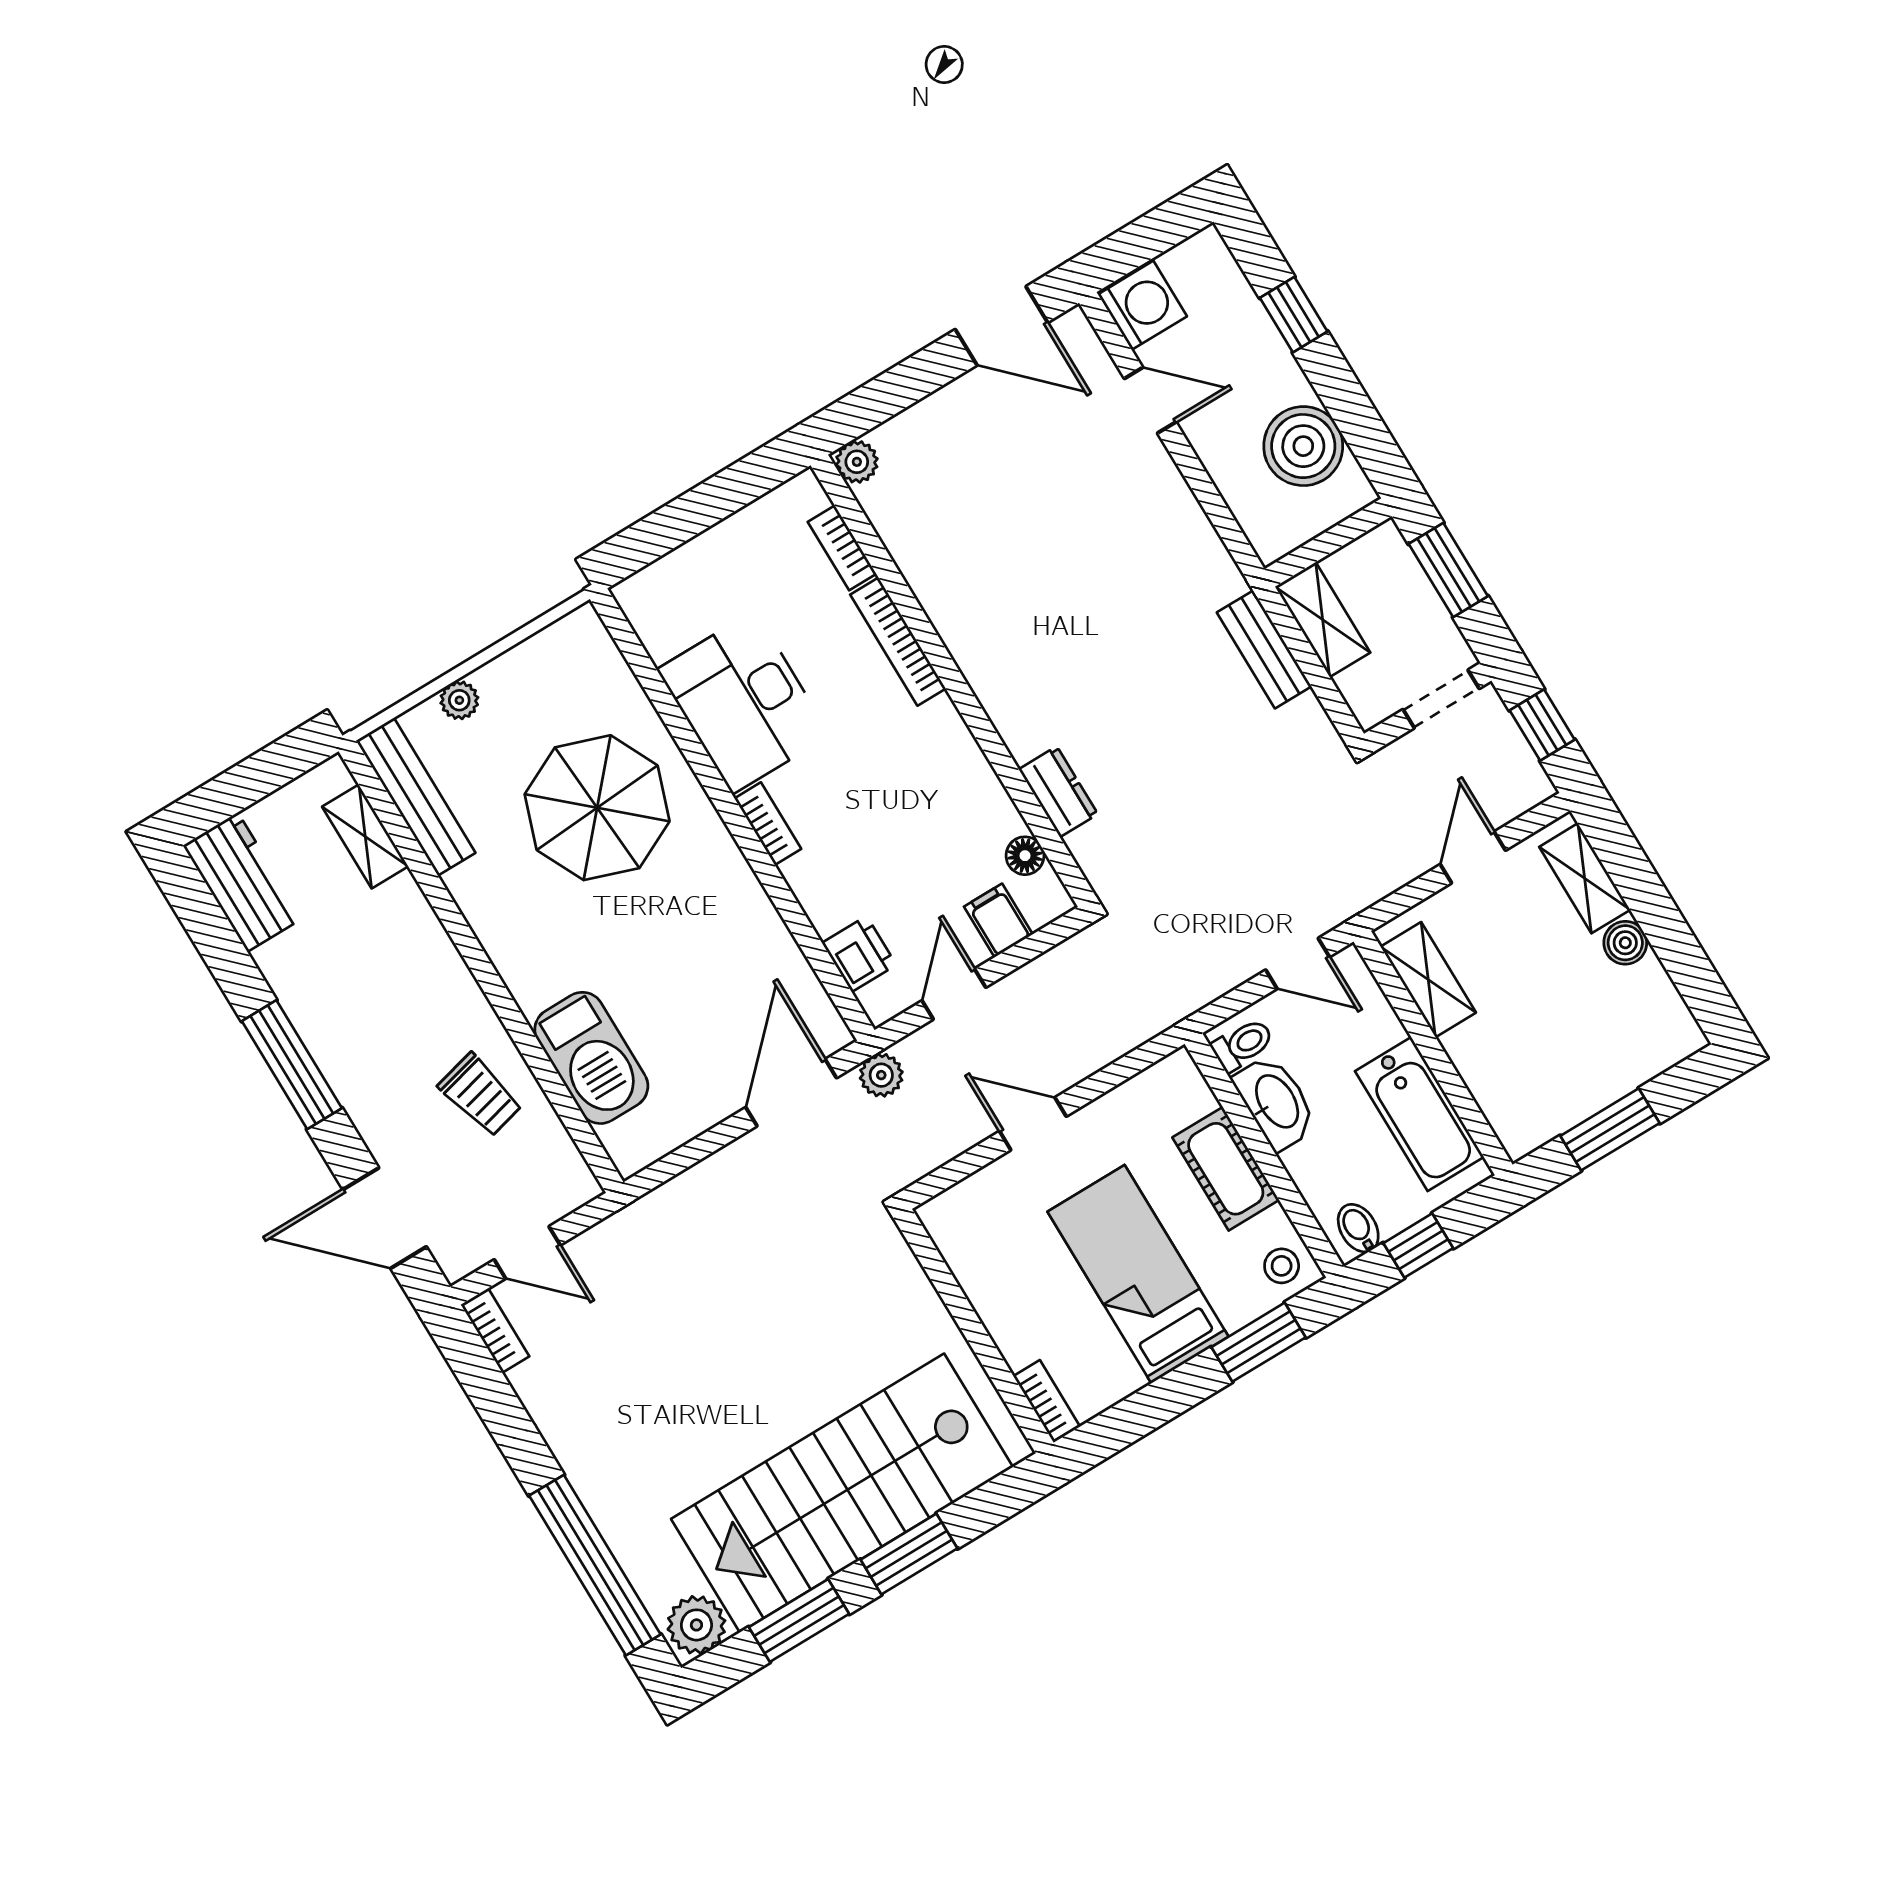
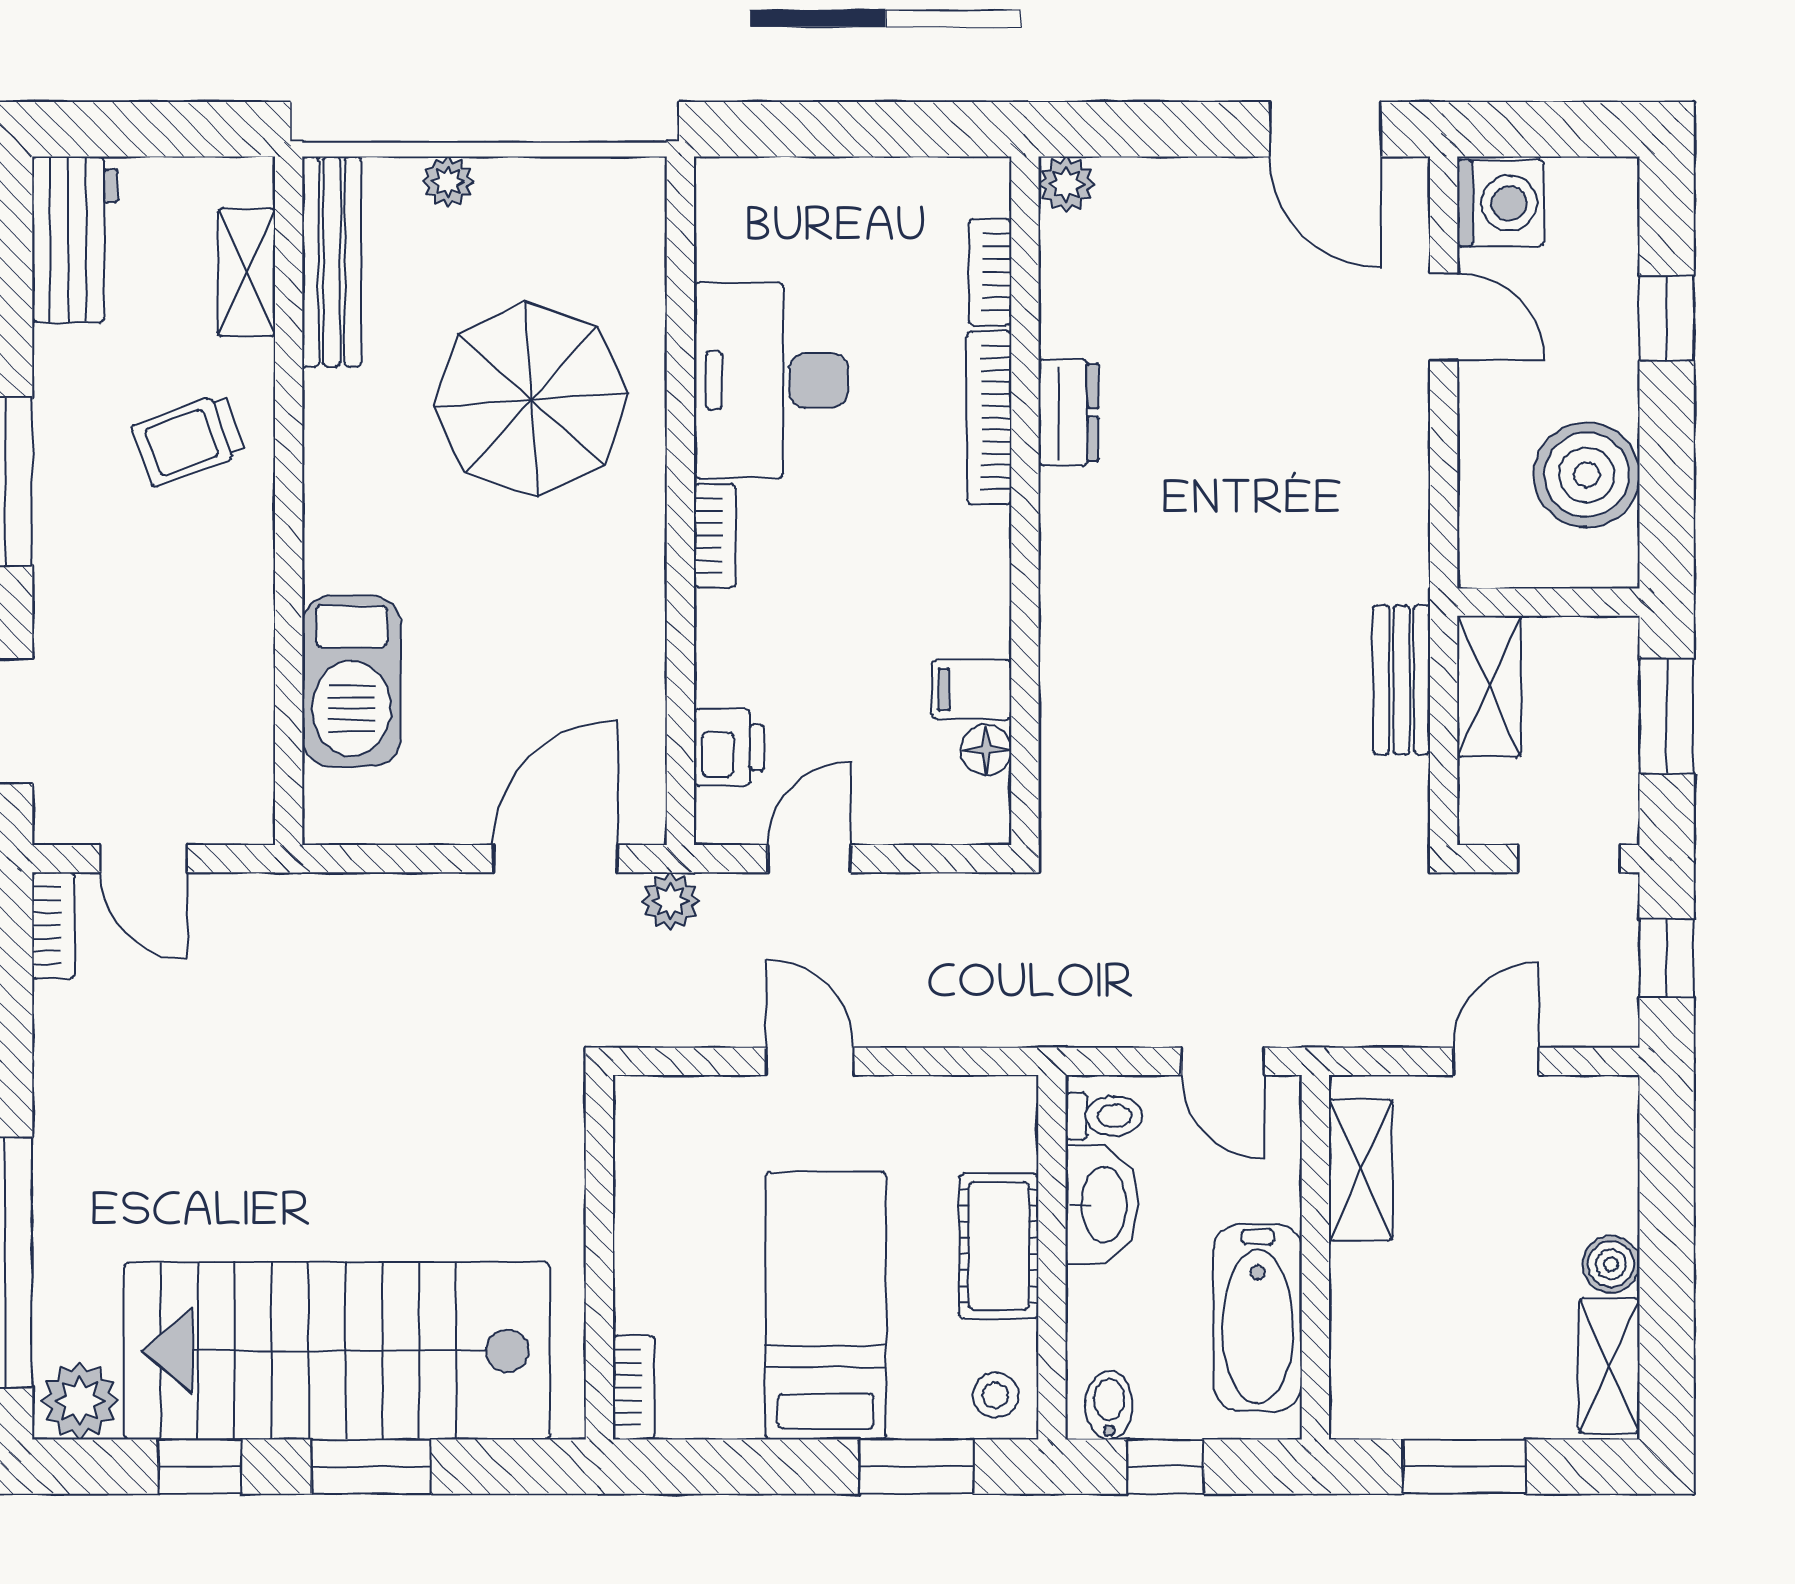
dresser: (1058, 792) -> (1068, 412), moved
shelving: (1585, 878) -> (1609, 1366), moved
filing cabinet: (998, 920) -> (972, 689), moved, turned -90
trolley: (480, 1095) -> (188, 440), moved, turned 84
window: (799, 1621) -> (200, 1467), width x0.67

